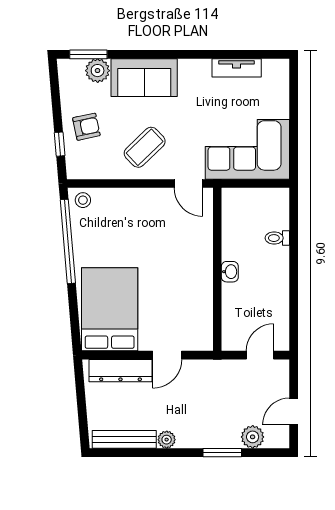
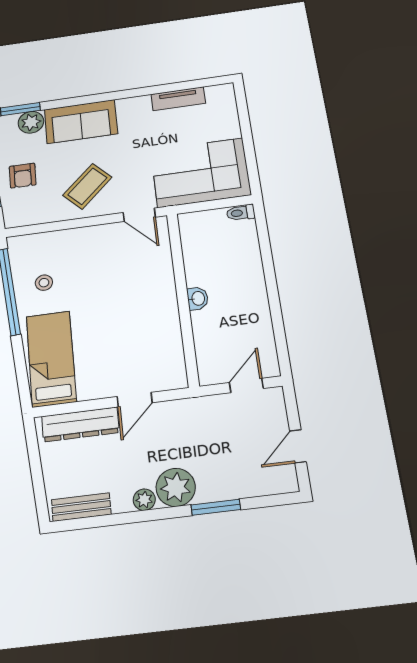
armchair: (86, 127) -> (23, 176), turned 102
stool: (83, 200) -> (44, 283), moved
toilet: (277, 238) -> (241, 213), moved
bed: (110, 309) -> (51, 359), width x0.67
plant: (253, 437) -> (176, 487), moved, width x1.36, depth x1.36
bench: (124, 439) -> (81, 507), width x0.73

